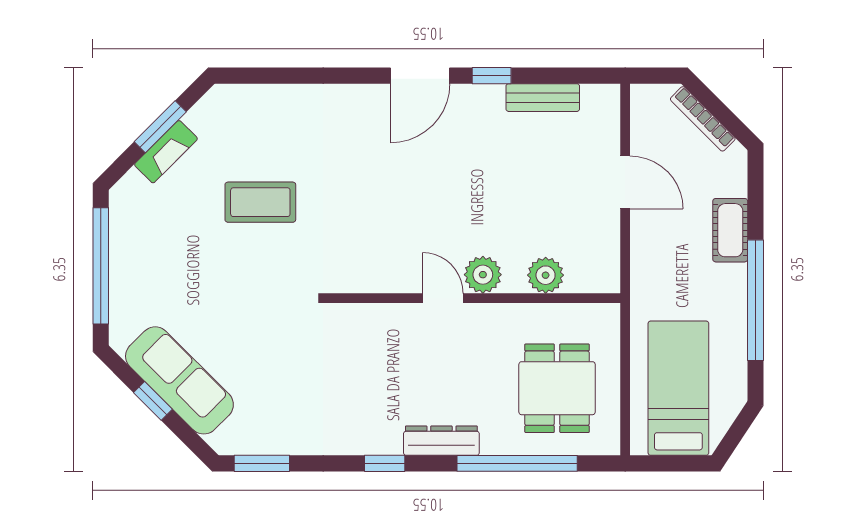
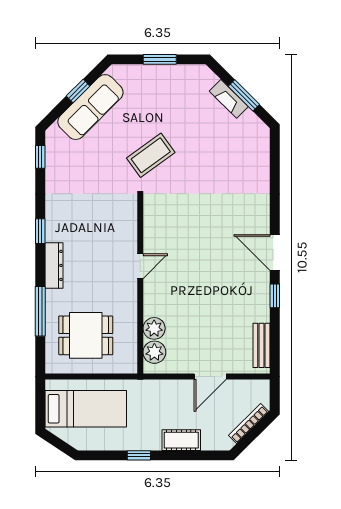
bench: (543, 98) -> (261, 345), moved
coffee table: (260, 202) -> (151, 155), moved, turned 54
window: (101, 266) -> (160, 59), width x0.47
plant: (483, 275) -> (154, 352), moved
window: (755, 300) -> (139, 455), width x0.32
window: (262, 463) -> (40, 157), width x0.67
window: (517, 463) -> (40, 311), width x0.68

